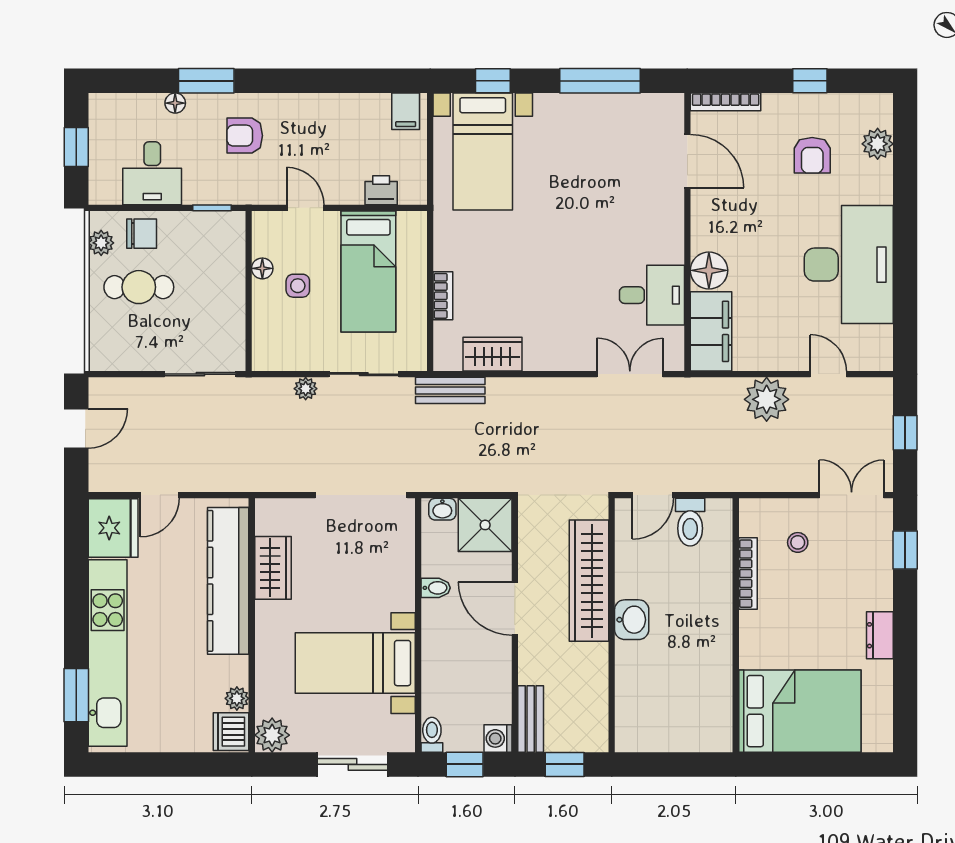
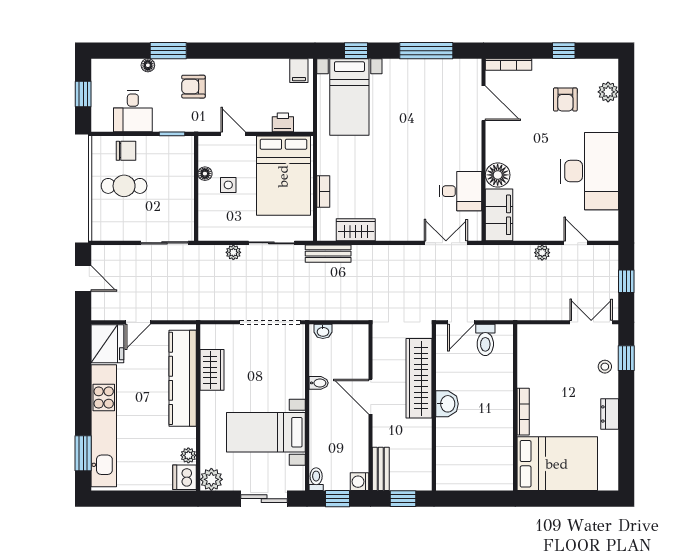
plant: (101, 243) -> (99, 157), removed
bed: (368, 271) -> (283, 176), width x1.50
plant: (767, 399) -> (542, 253), width x0.53, depth x0.53
door: (76, 428) -> (83, 278), hinge flipped
shower: (485, 525) -> (351, 342), removed
stool: (798, 542) -> (605, 367), moved
bookcase: (748, 574) -> (523, 412), moved

